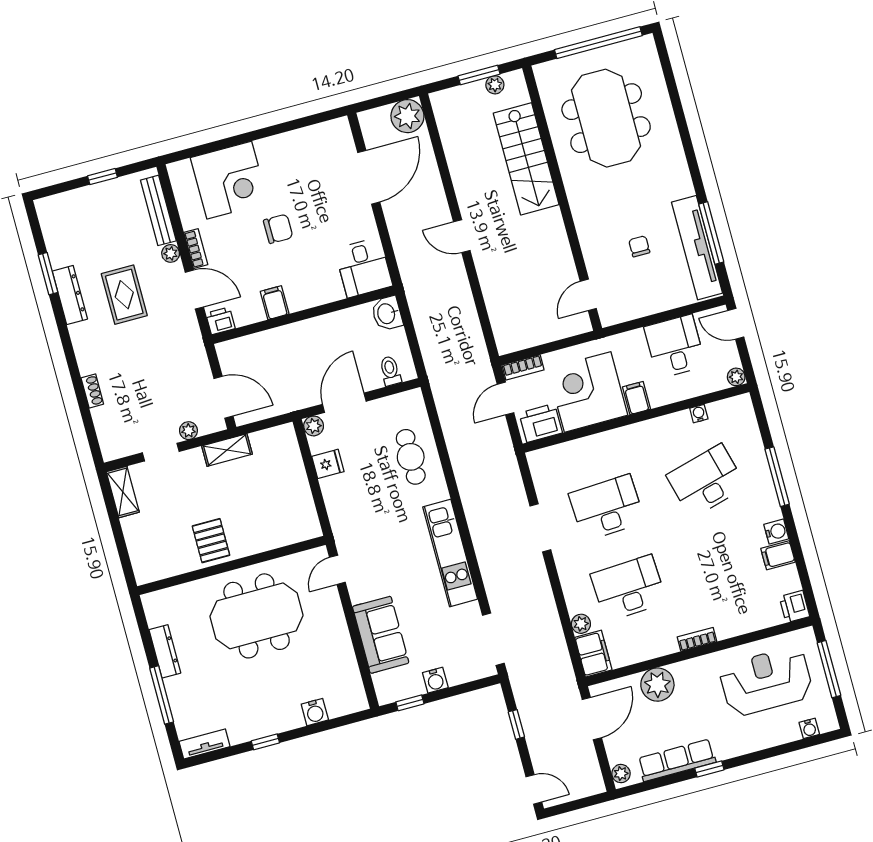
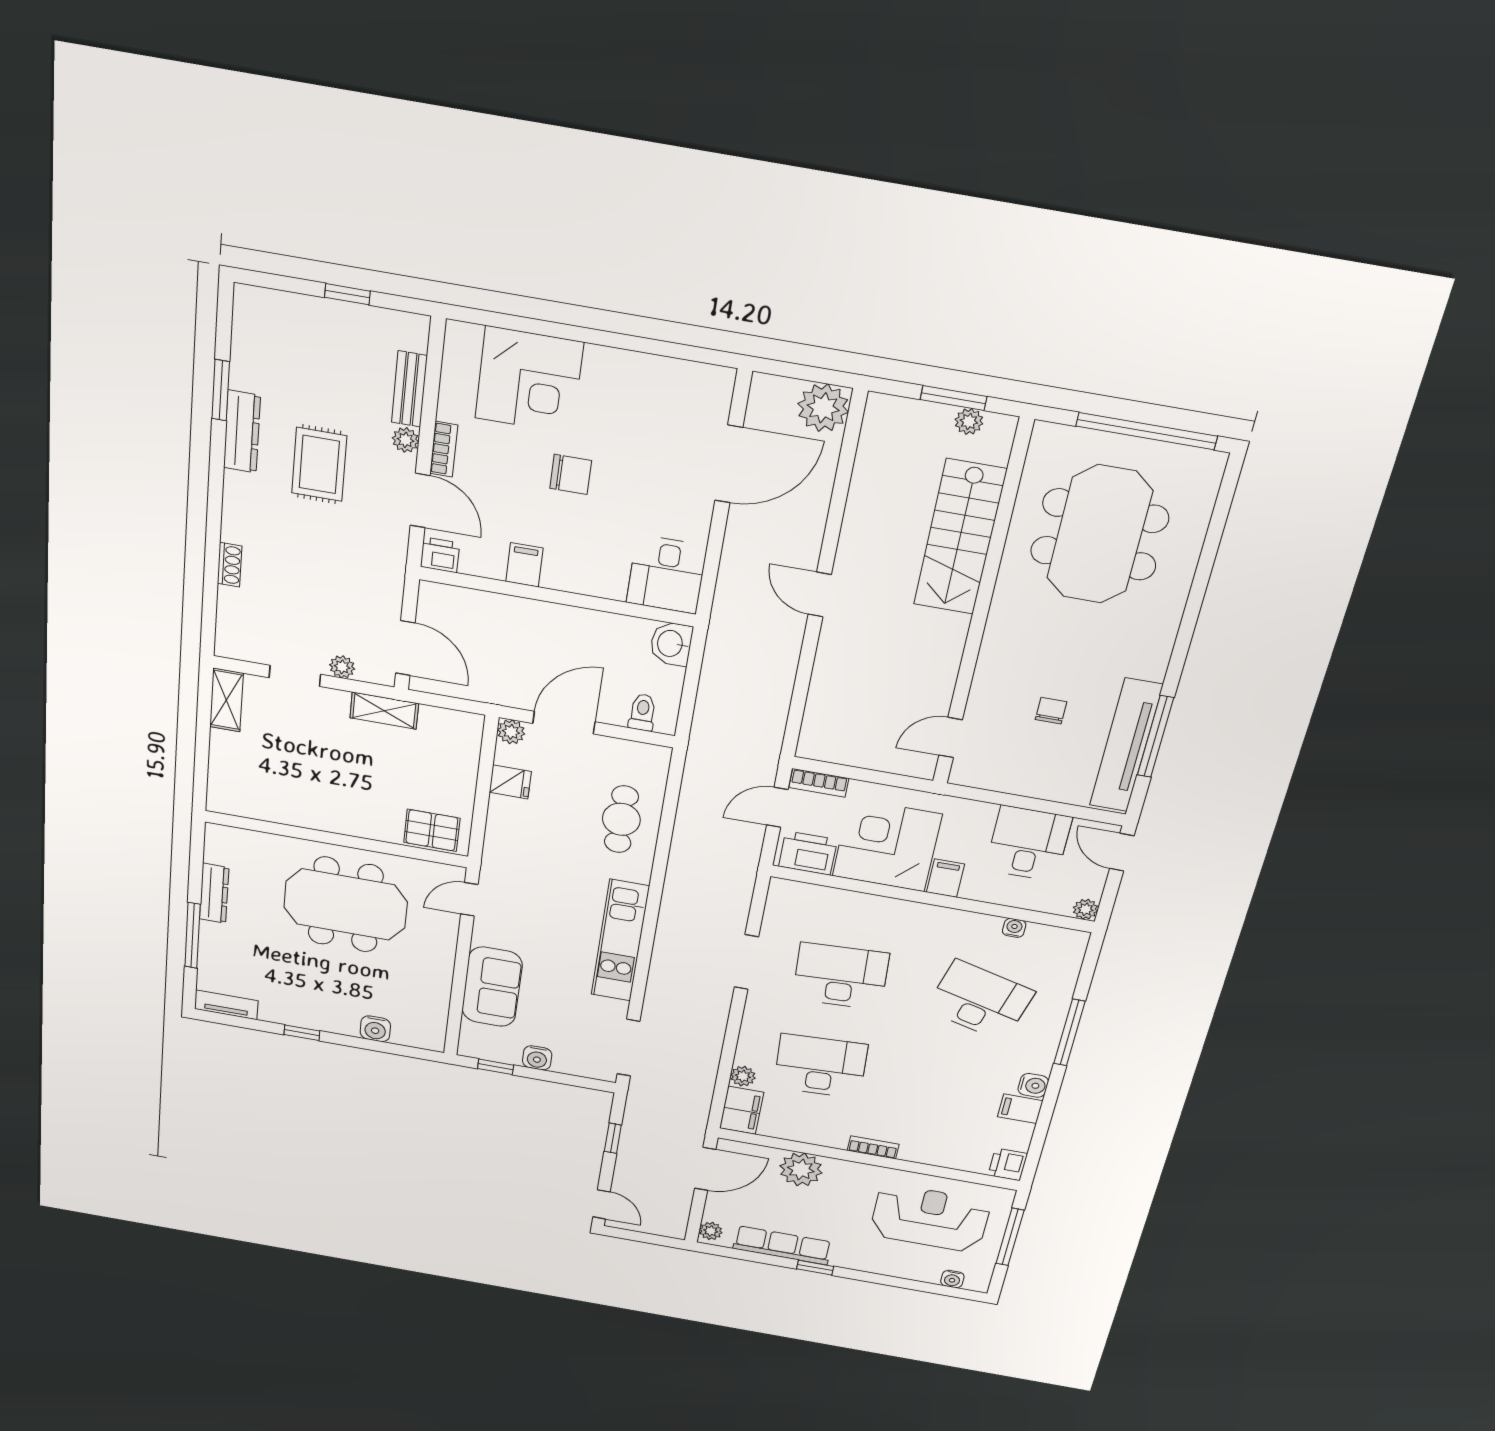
bench: (158, 210) -> (409, 389), width x0.73
desk: (706, 481) -> (980, 1000), turned 30
pallet: (211, 541) -> (432, 830), moved, turned 90

